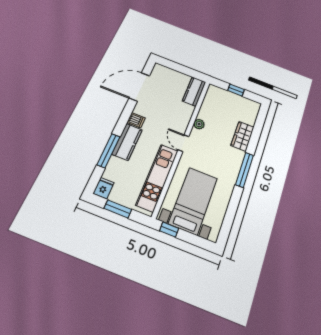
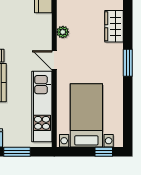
window: (244, 170) -> (128, 63), width x0.69
window: (169, 230) -> (104, 152), moved

